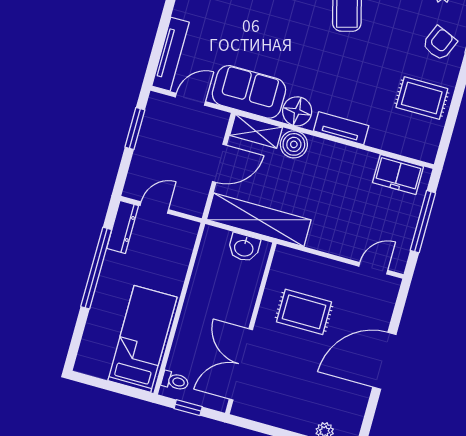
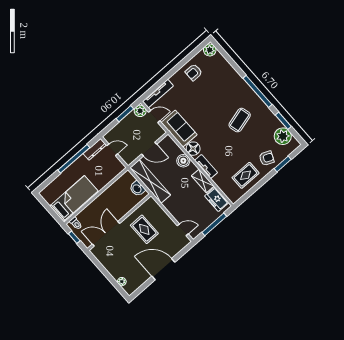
rug: (422, 98) -> (246, 175), turned 90
plant: (159, 106) -> (140, 111), added
shelving: (256, 131) -> (203, 181), moved

